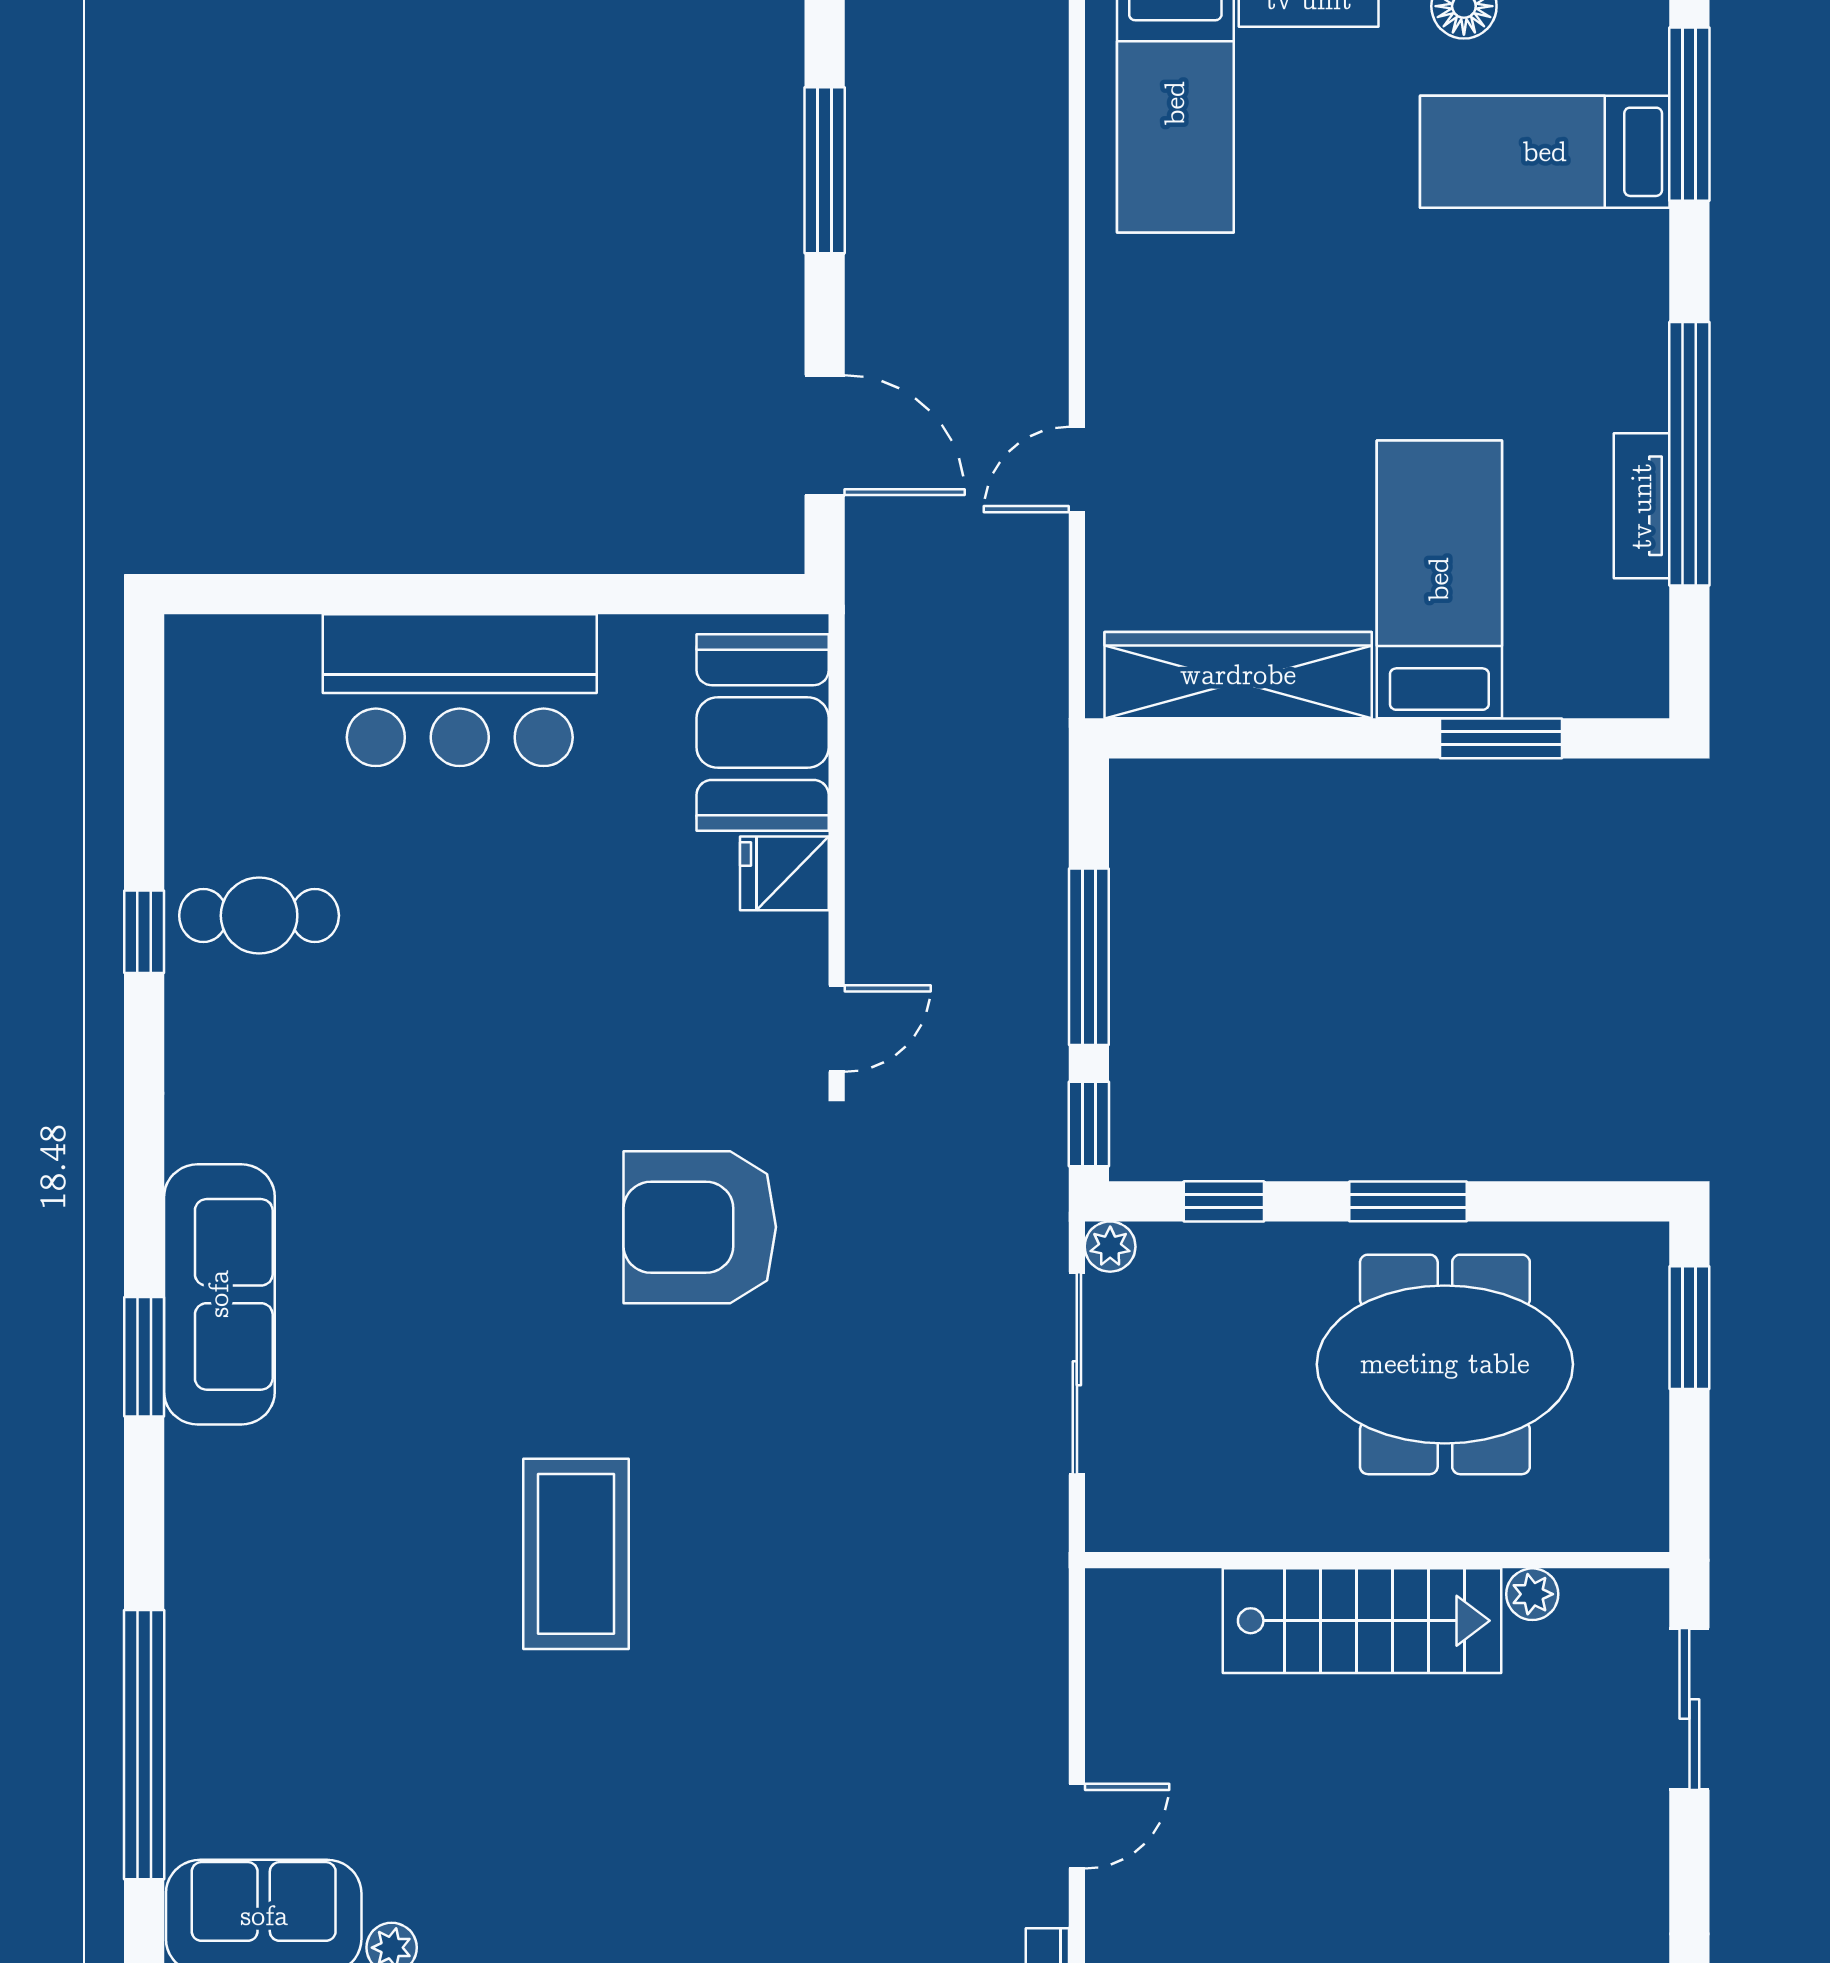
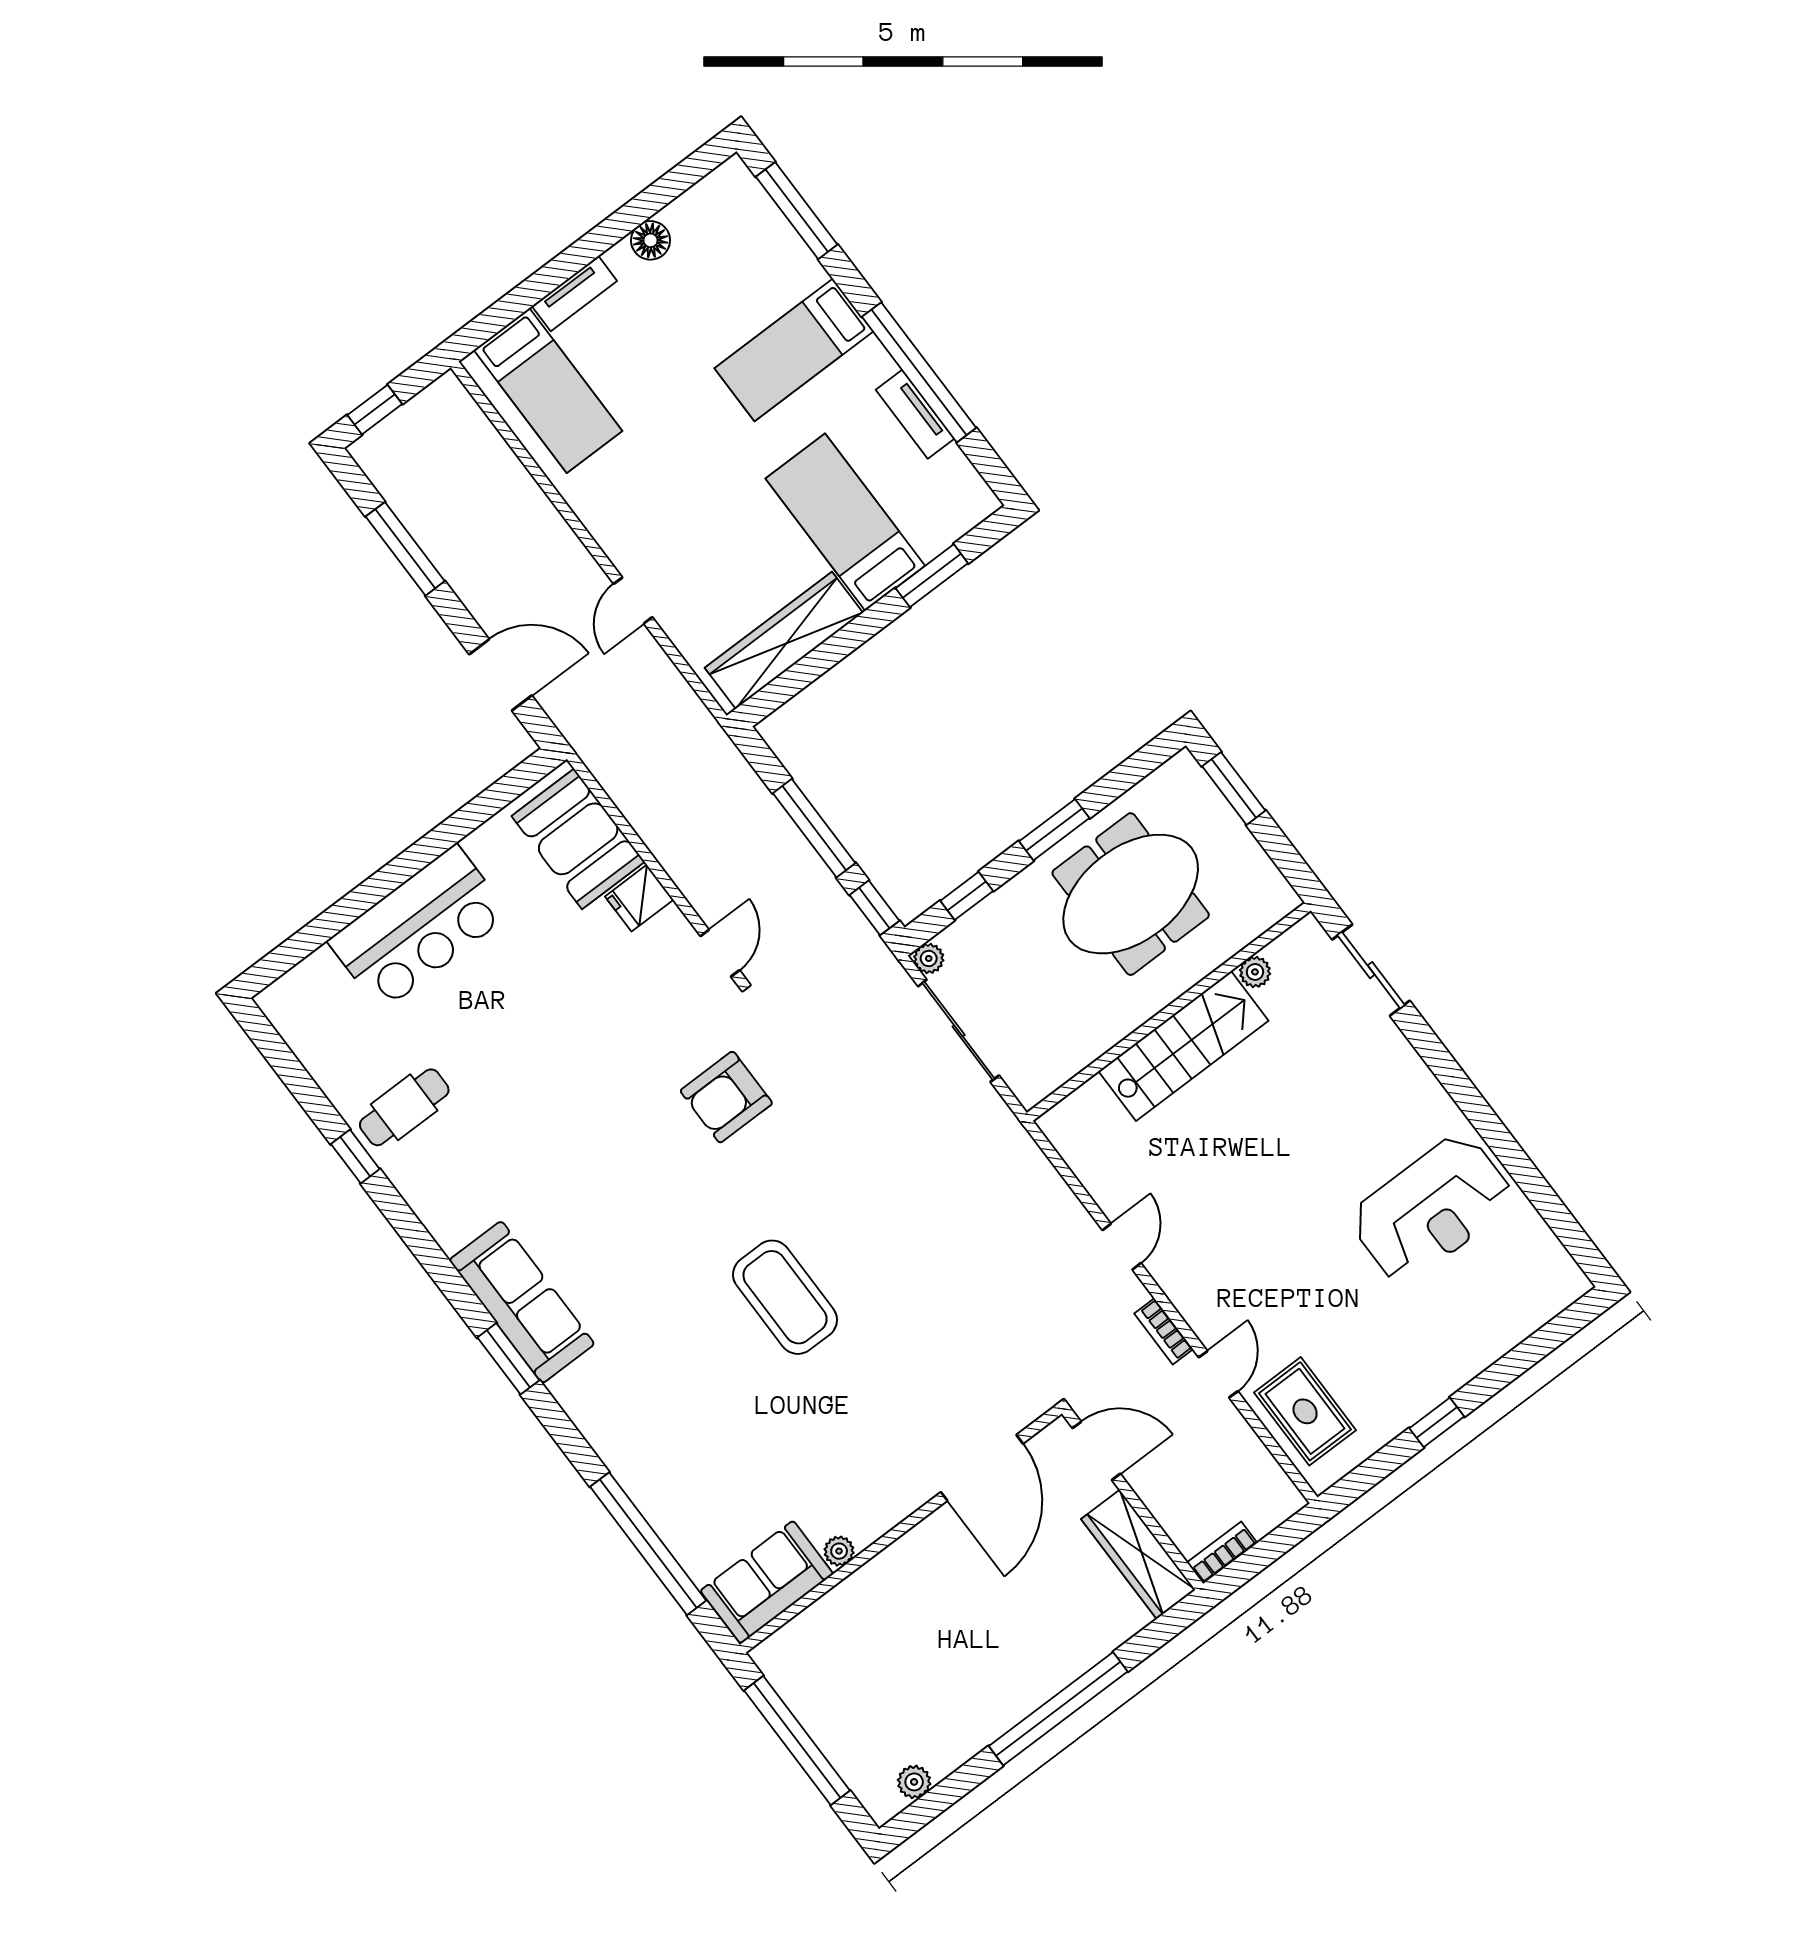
bed: (1545, 152) -> (794, 350), moved
armchair: (700, 1227) -> (726, 1097), width x0.73, depth x0.73

